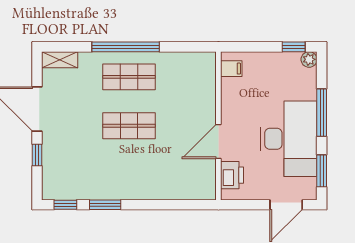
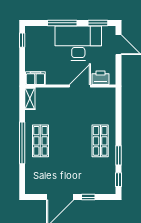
plant: (309, 59) -> (30, 31), removed
shelving: (60, 60) -> (30, 98), moved
filing cabinet: (231, 69) -> (35, 78), width x2.00
shop shelf: (129, 126) -> (100, 141), moved
door: (218, 141) -> (80, 86), swing flipped

